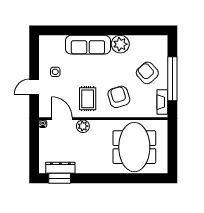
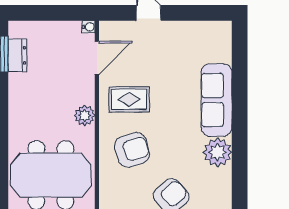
side table: (55, 72) -> (173, 47), removed
plant: (83, 126) -> (85, 116), moved
dresser: (60, 168) -> (17, 55), width x0.70

